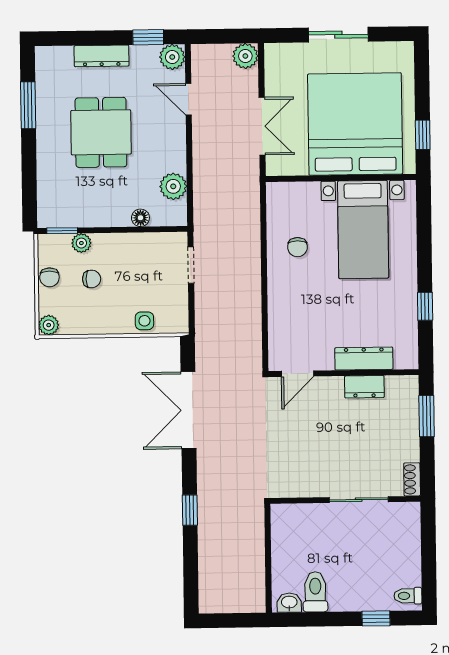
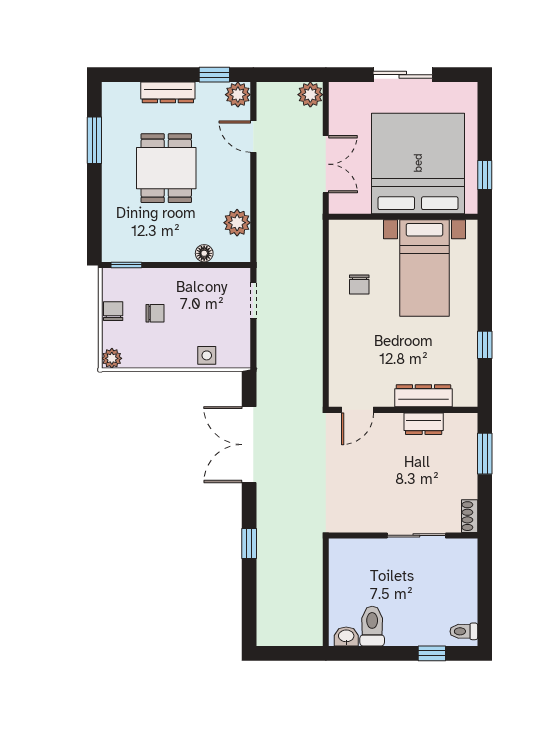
plant: (81, 243) -> (145, 277), removed
chair: (49, 277) -> (113, 311), turned 180

